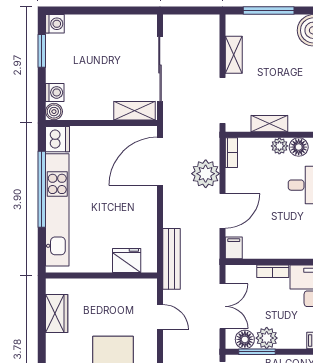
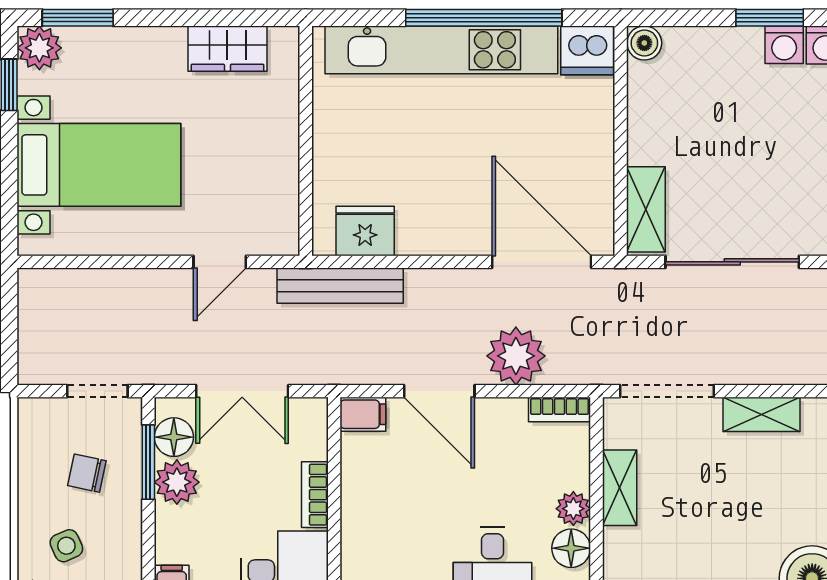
washing machine: (55, 92) -> (784, 45), moved
fridge: (127, 261) -> (365, 231), moved, turned -90

